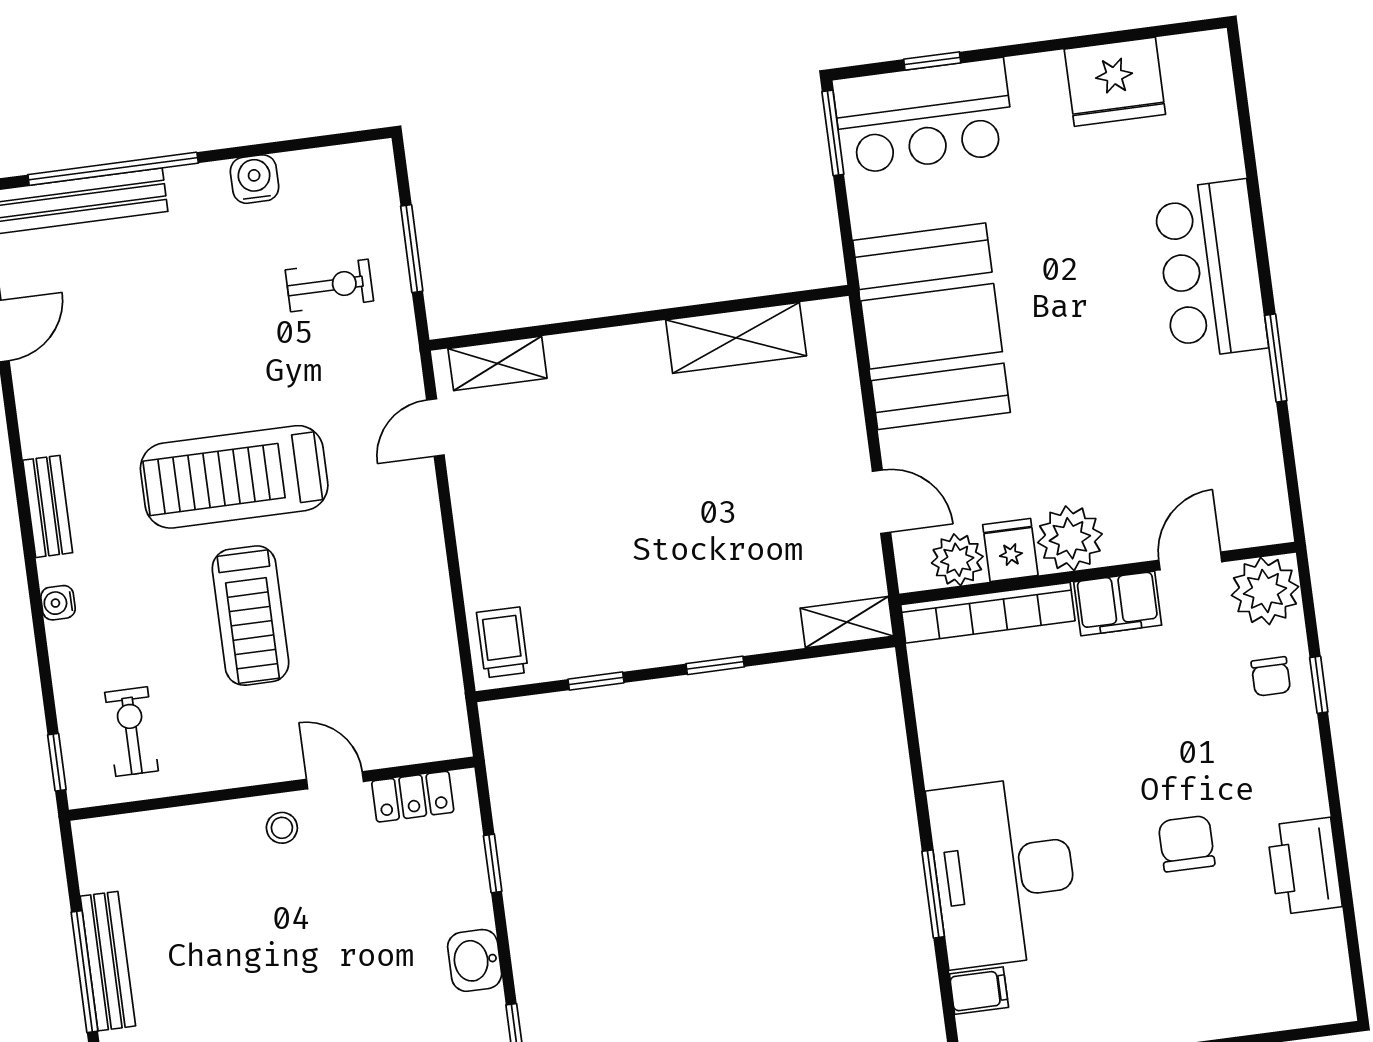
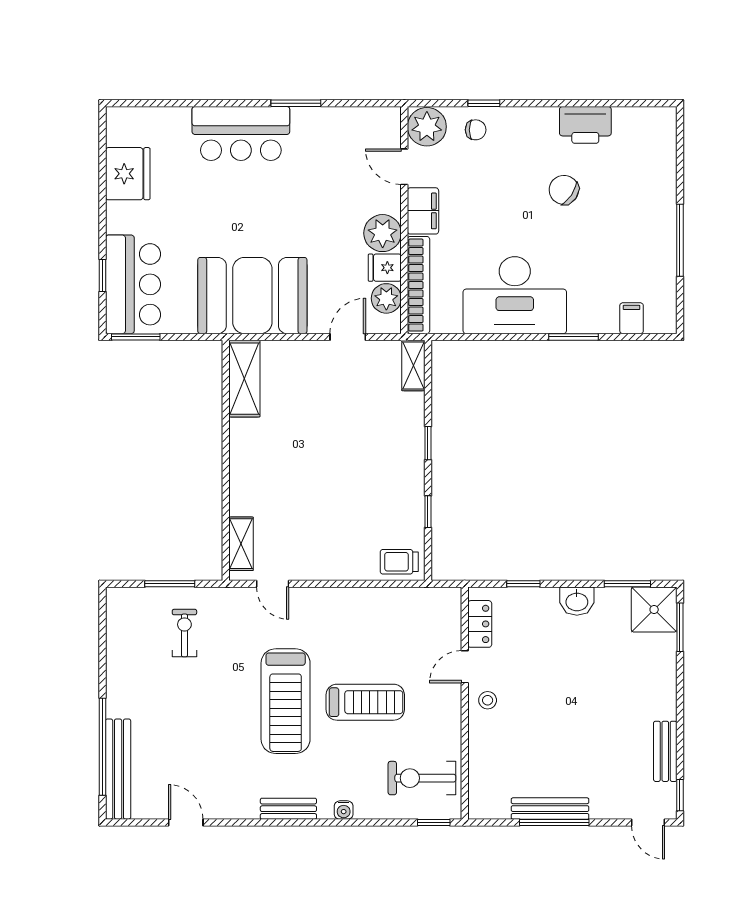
water cooler: (255, 179) -> (119, 667), removed
shelving: (736, 338) -> (244, 379), moved
exercise bike: (132, 732) -> (422, 778), width x1.38, depth x1.39
chair: (1187, 844) -> (564, 190), turned 34
desk: (1004, 872) -> (515, 295), moved

